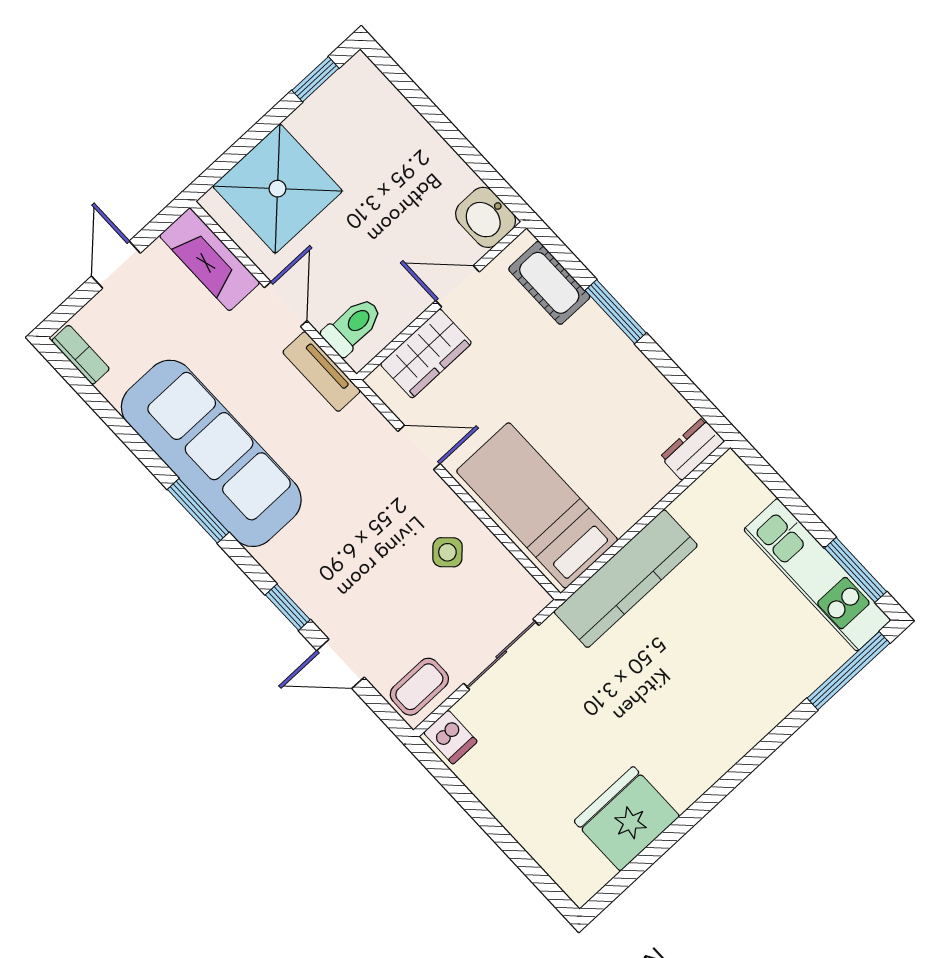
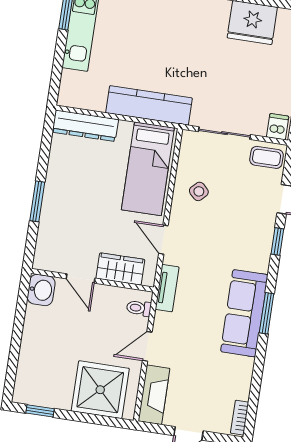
cot: (549, 283) -> (48, 240), removed
toilet: (352, 326) -> (139, 308), width x0.73, depth x0.72
tv unit: (321, 372) -> (167, 288), moved
dresser: (692, 449) -> (85, 126), width x1.96, depth x1.24
sofa: (211, 453) -> (244, 313), width x0.74, depth x0.79

